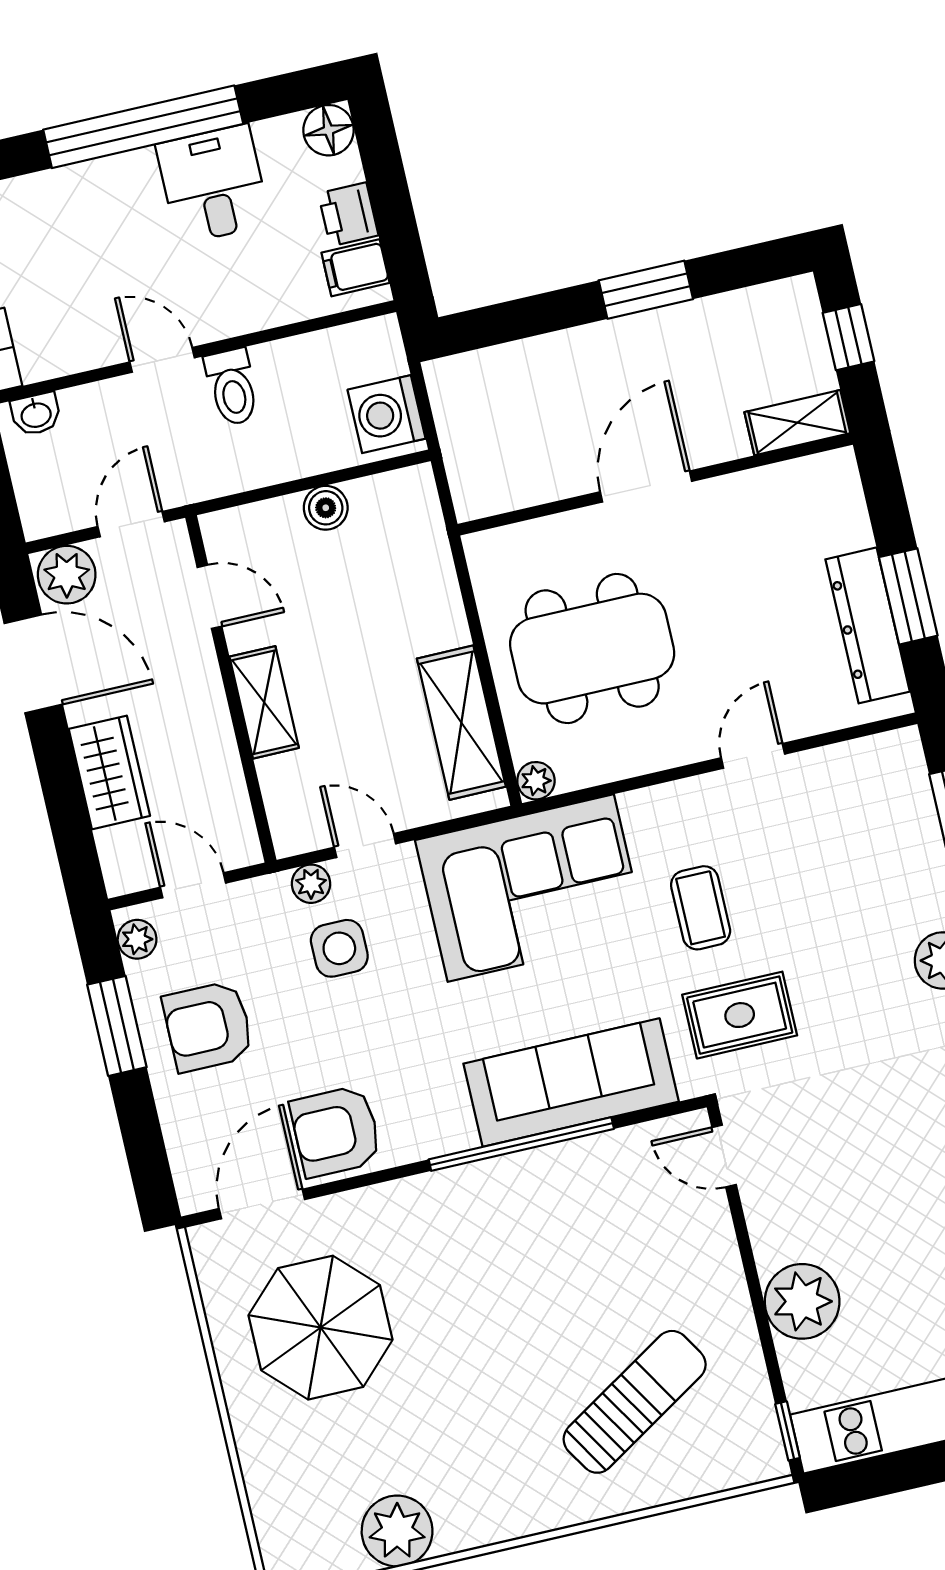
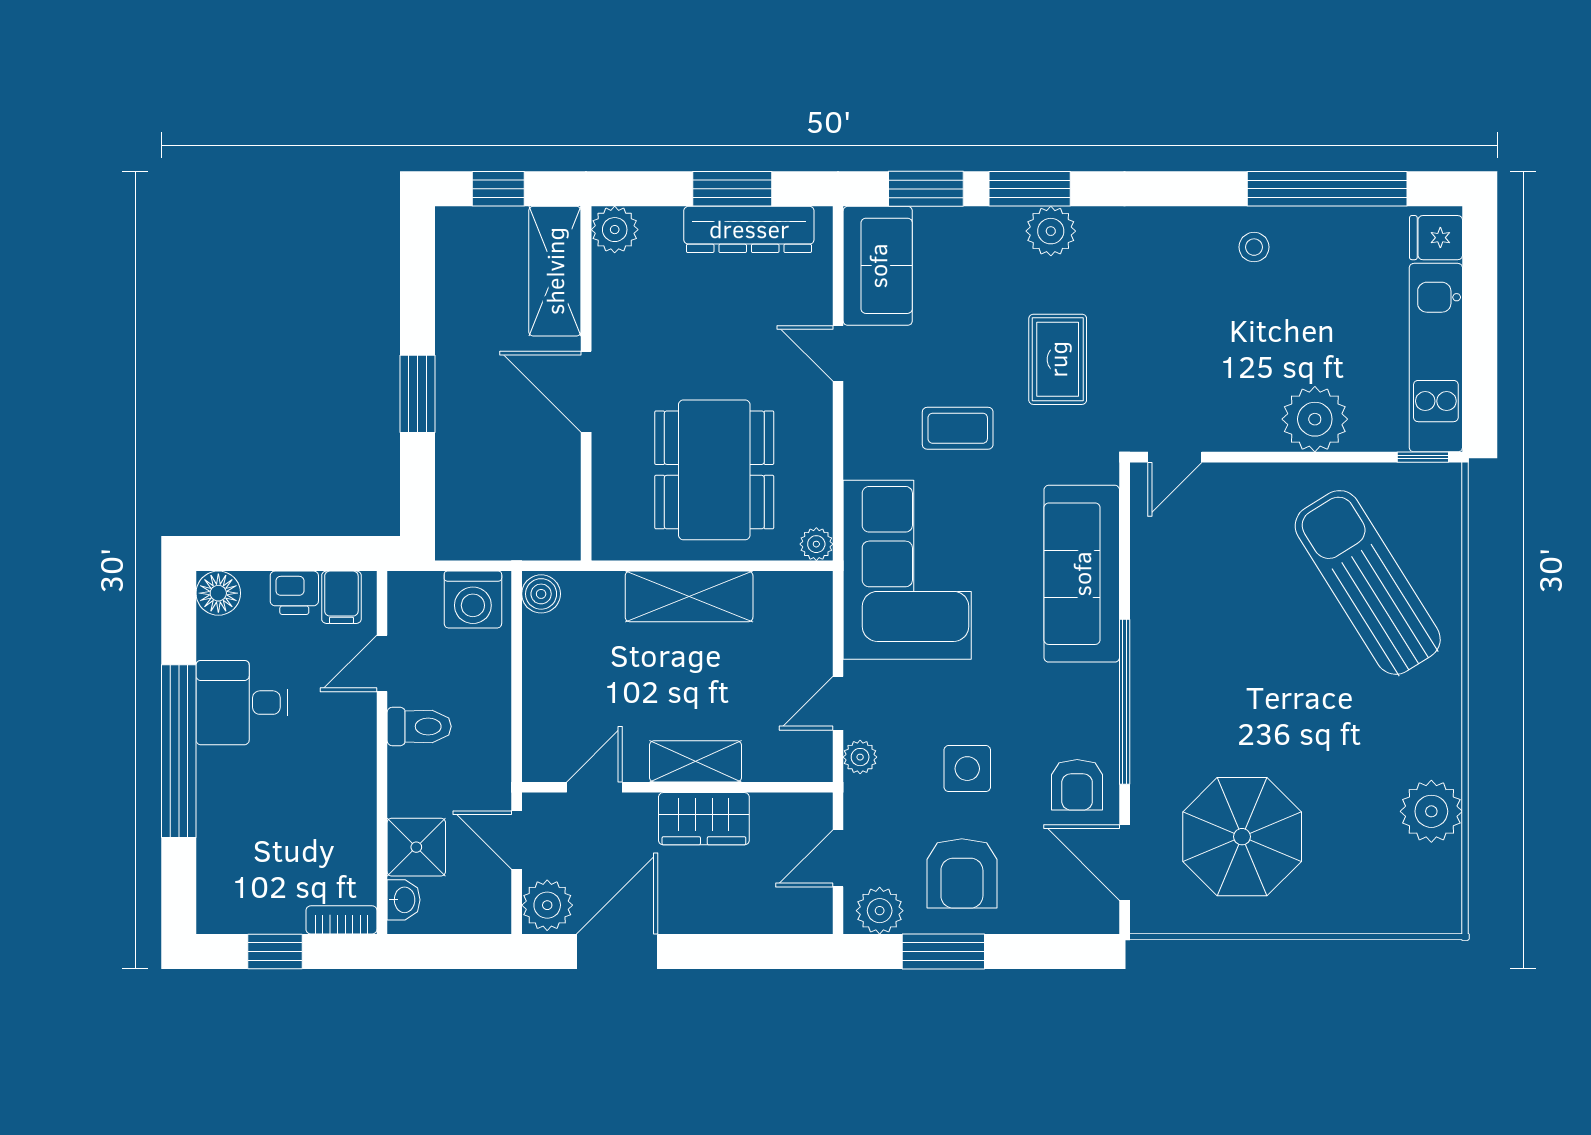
window: (646, 290) -> (418, 394), moved
door: (162, 360) -> (382, 663), moved
shower: (98, 415) -> (416, 847), added
shelving: (797, 423) -> (555, 271), width x1.50, depth x1.33
plant: (833, 477) -> (615, 230), added
boiler: (326, 508) -> (541, 594), moved
shelving: (461, 723) -> (689, 596), moved
wardrobe: (109, 772) -> (704, 819), moved, turned 180
sofa: (860, 777) -> (878, 266), added
plant: (137, 939) -> (880, 911), width x1.38, depth x1.38
side table: (339, 948) -> (967, 769), moved
rug: (740, 1015) -> (1058, 359), moved
armchair: (336, 1131) -> (1077, 785), width x0.72, depth x0.72
window: (521, 1144) -> (1125, 702), moved
sun lounger: (635, 1402) -> (1368, 582), width x1.36, depth x1.34

